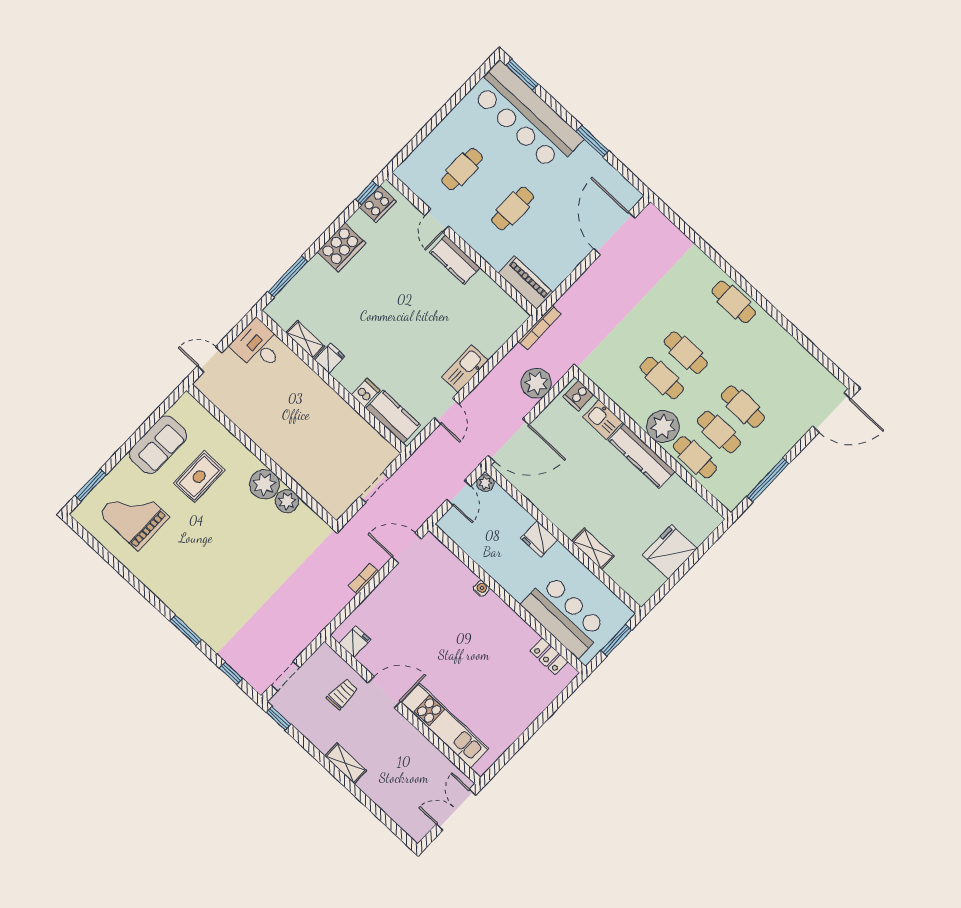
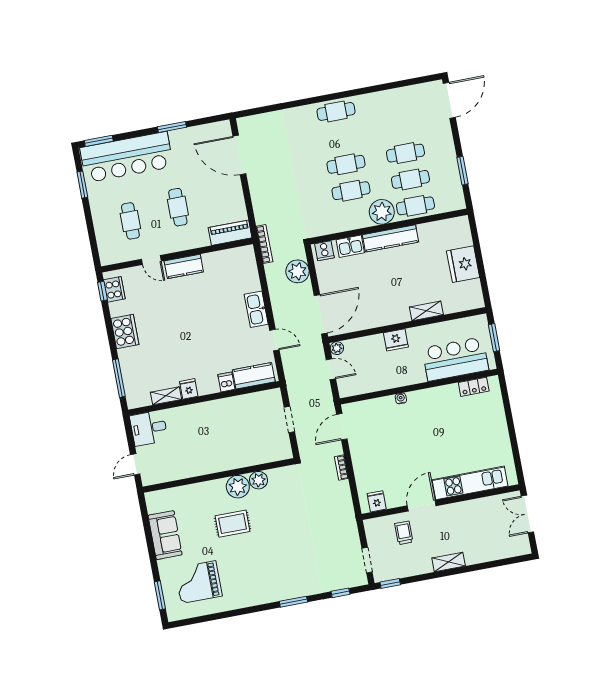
window: (464, 91) -> (82, 185), added
rug: (199, 477) -> (232, 524), moved, turned 90
window: (768, 480) -> (463, 171), width x0.69

